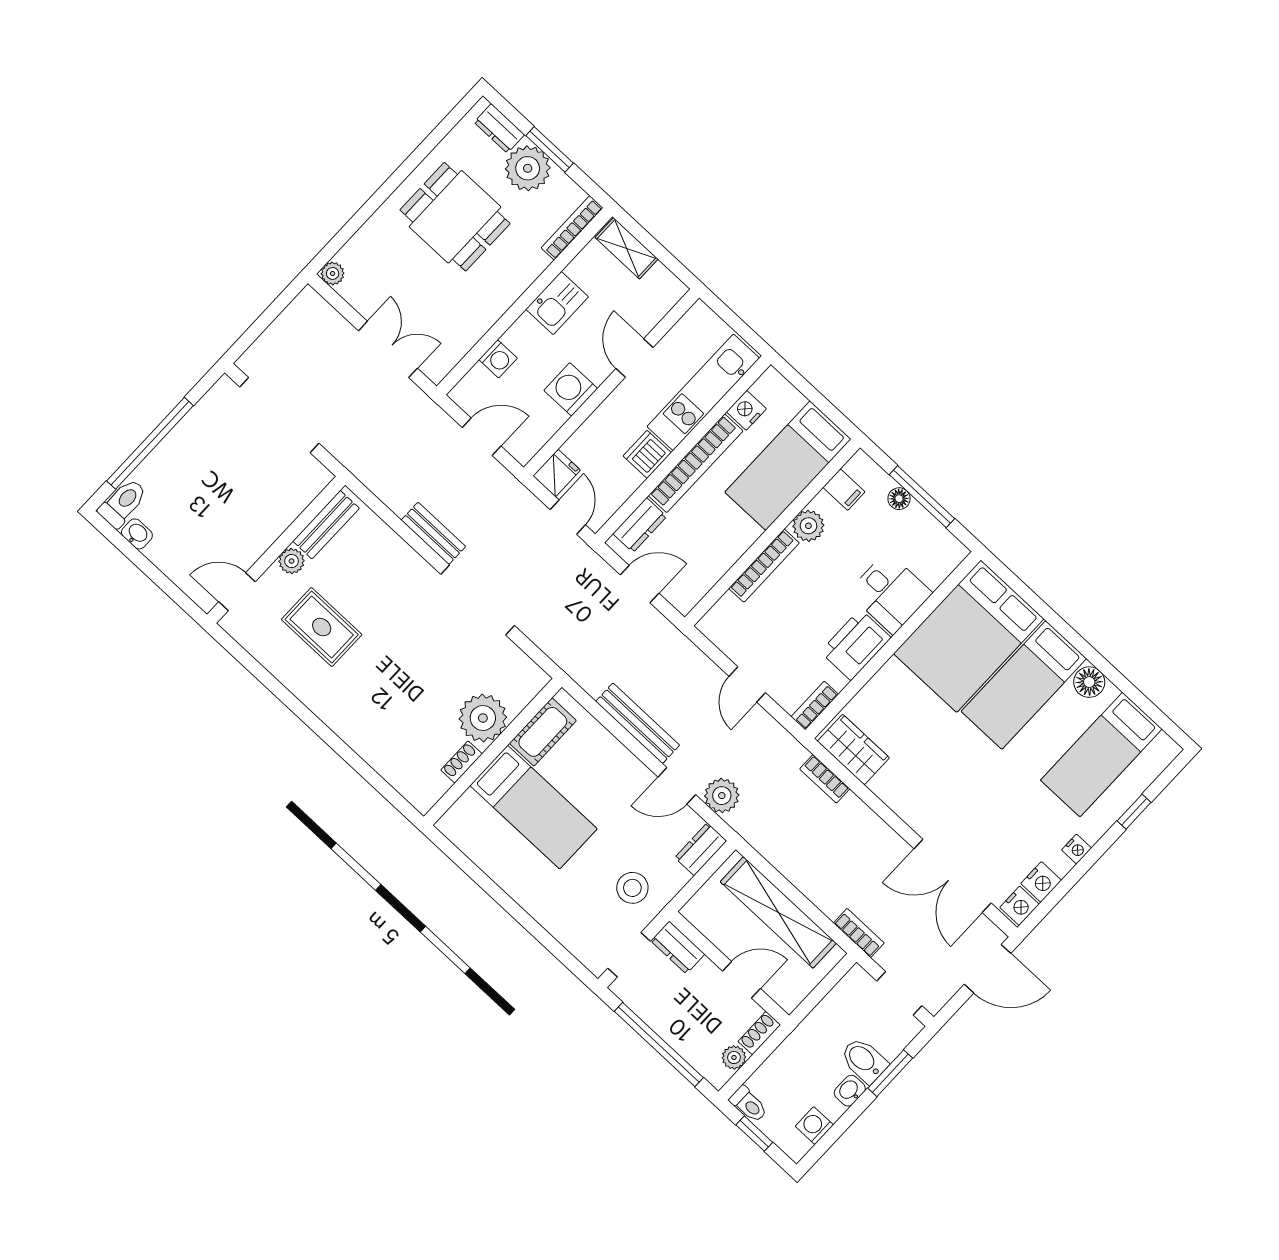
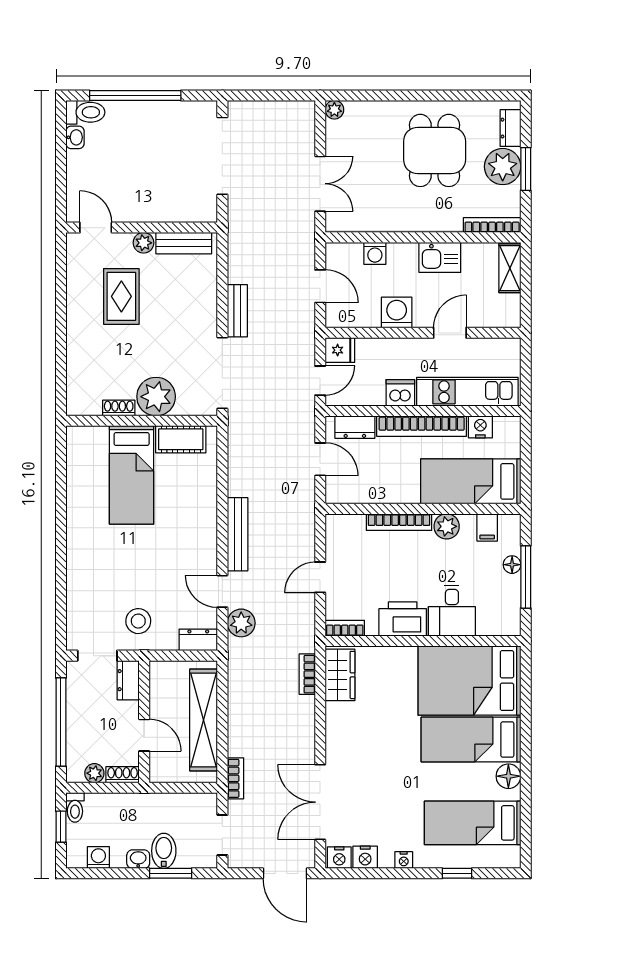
plant: (483, 718) -> (156, 397), moved
cot: (543, 732) -> (181, 439), moved
wall: (493, 752) -> (142, 421), moved
shoe rack: (461, 762) -> (119, 408), moved
bed: (534, 807) -> (132, 475), moved

